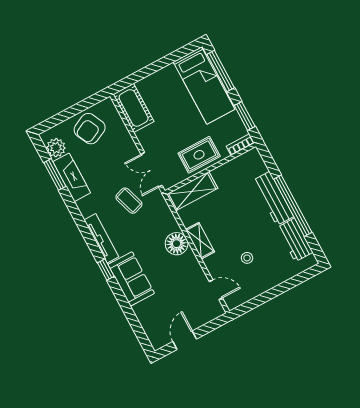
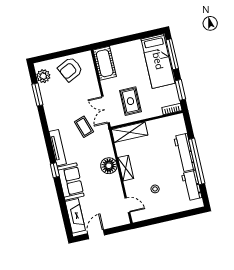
rug: (199, 155) -> (130, 101), moved, turned 90
fireplace: (72, 177) -> (75, 216), moved

